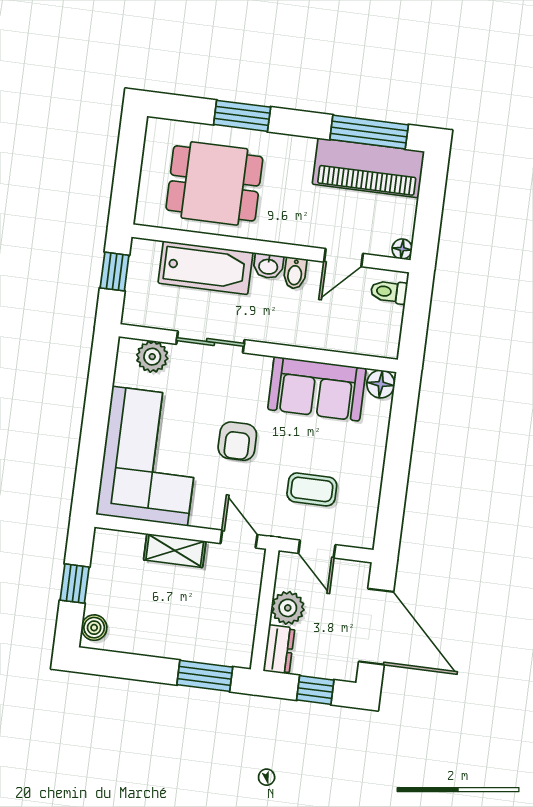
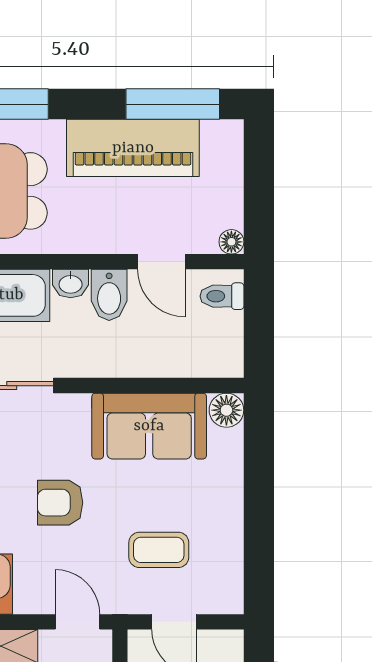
piano: (368, 168) -> (133, 148), moved
door: (344, 258) -> (161, 262), hinge flipped
bidet: (295, 273) -> (109, 295), width x1.38, depth x1.36
armchair: (237, 441) -> (60, 503), turned 90

